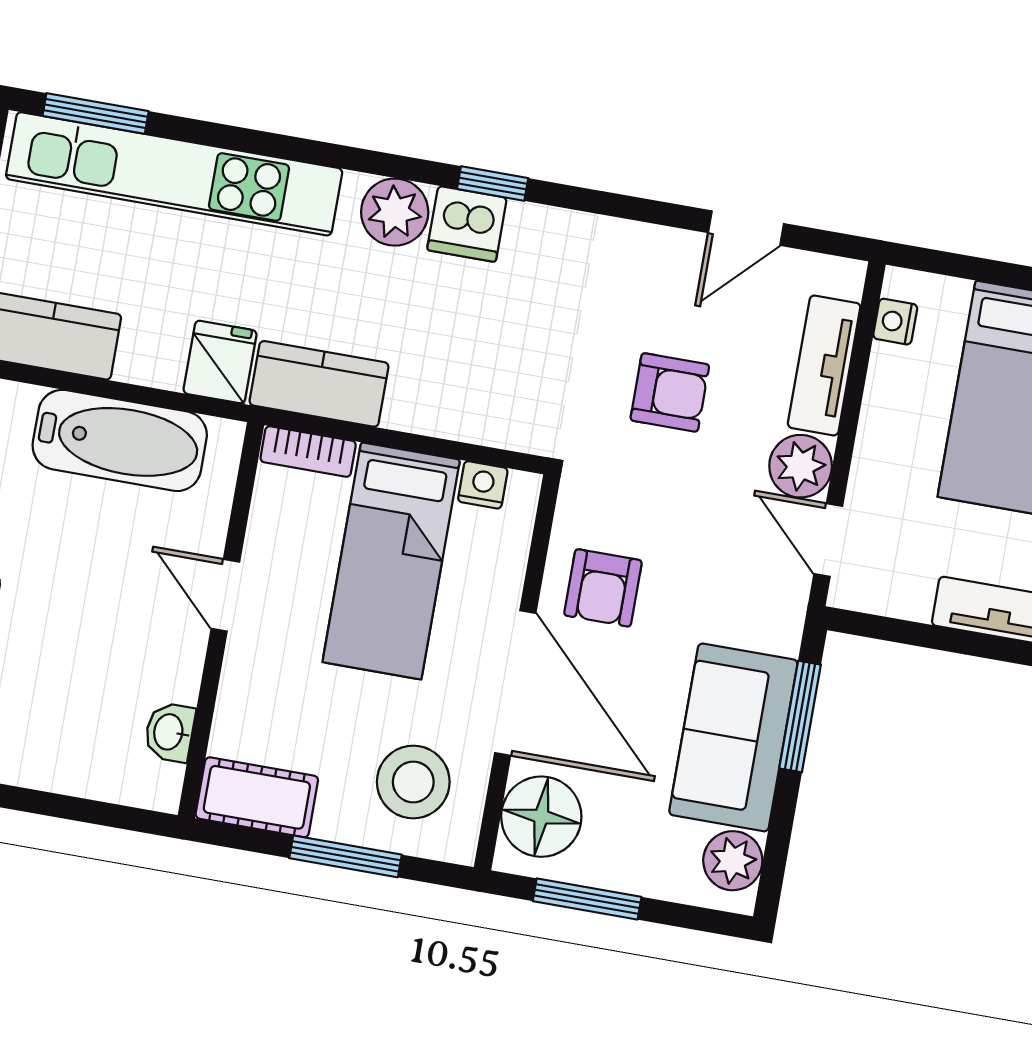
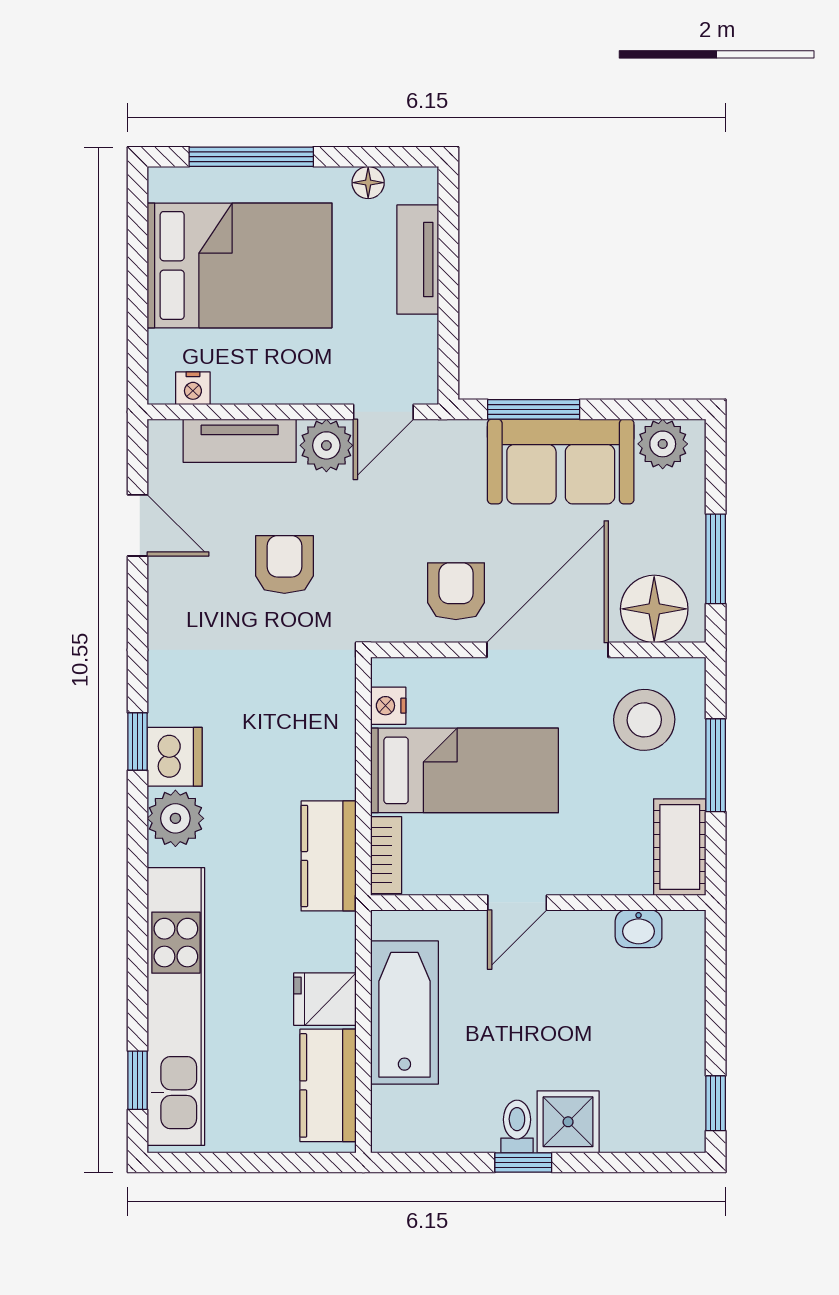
window: (96, 114) -> (137, 1080), width x0.67
fridge: (220, 362) -> (325, 999), moved
armchair: (603, 588) -> (456, 591), turned -90

